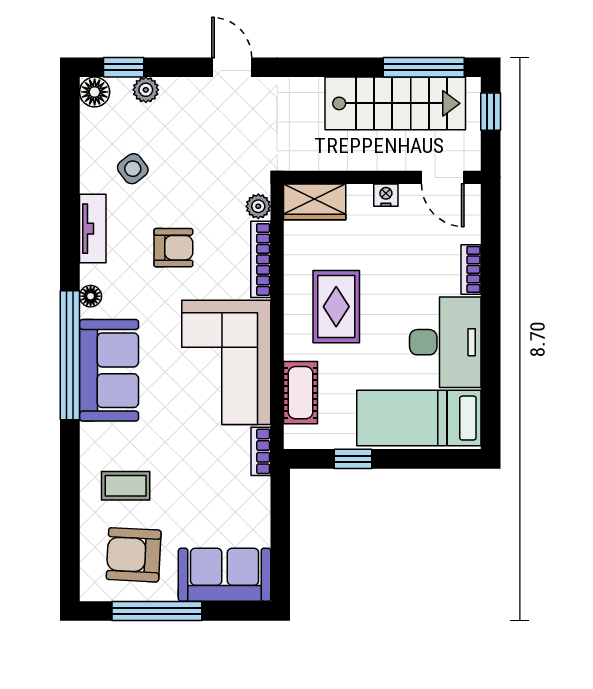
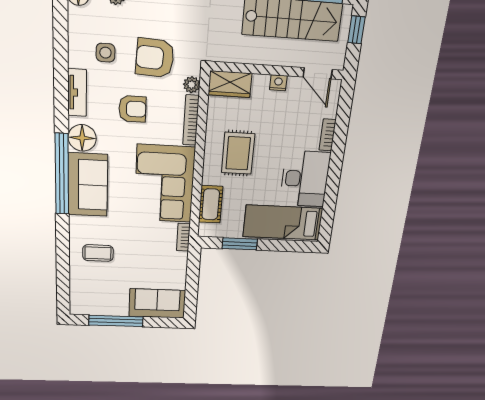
side table: (133, 169) -> (105, 53), turned 38
floor lamp: (91, 296) -> (82, 138), width x1.89, depth x1.89
window: (353, 459) -> (240, 244), width x1.50
armchair: (134, 555) -> (155, 58), moved

